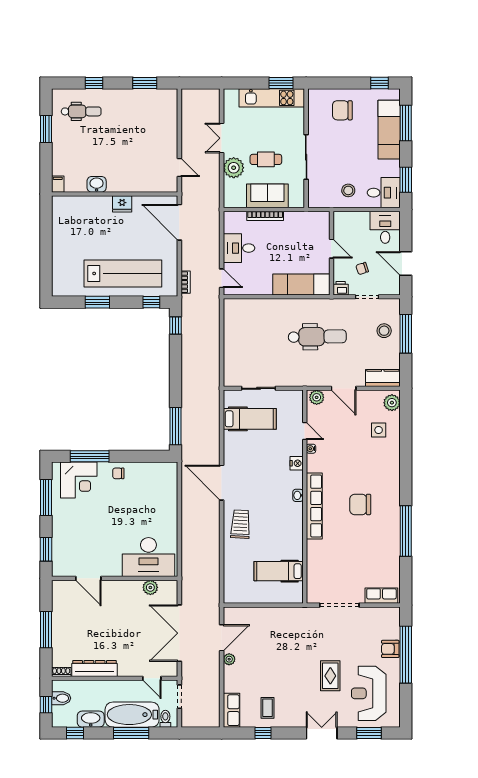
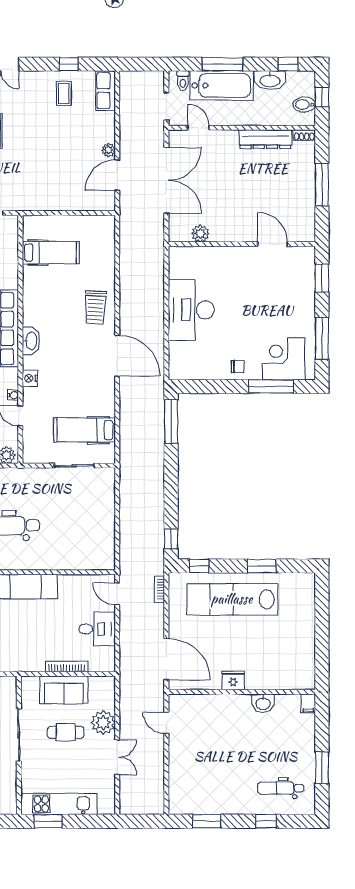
washbasin: (298, 495) -> (31, 341), width x1.91, depth x1.45
desk: (148, 557) -> (191, 310), moved, turned -90

